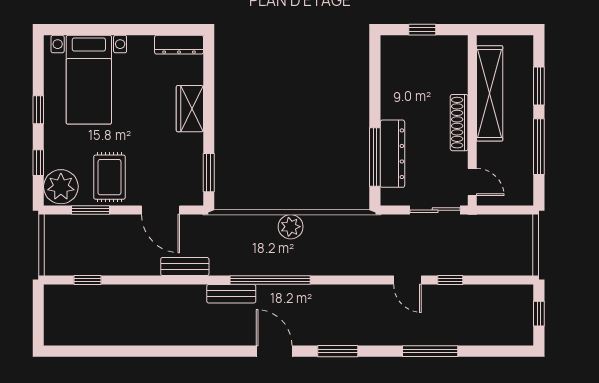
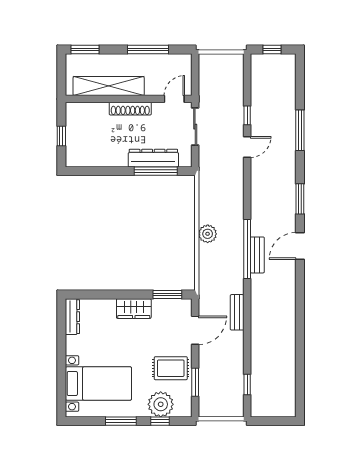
window: (539, 86) -> (85, 49), moved
wardrobe: (190, 109) -> (134, 309), moved
window: (38, 110) -> (121, 421), width x1.50
plant: (61, 187) -> (161, 404), moved
bench: (231, 294) -> (257, 255), moved

